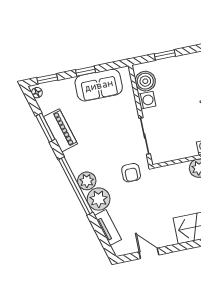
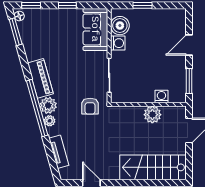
sofa: (99, 85) -> (95, 29), moved, turned 90
window: (45, 128) -> (16, 32), moved
piano: (60, 130) -> (40, 78), moved
plant: (99, 199) -> (50, 121), width x0.53, depth x0.53

